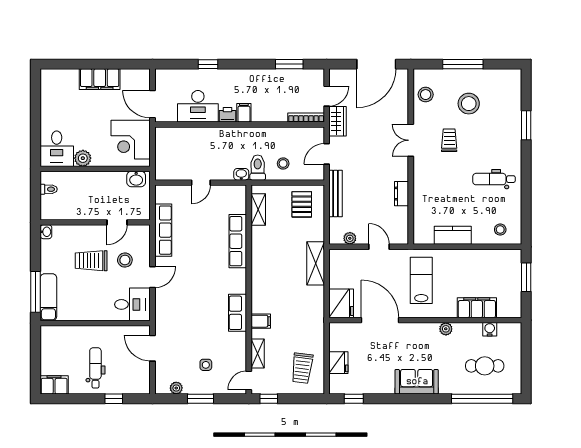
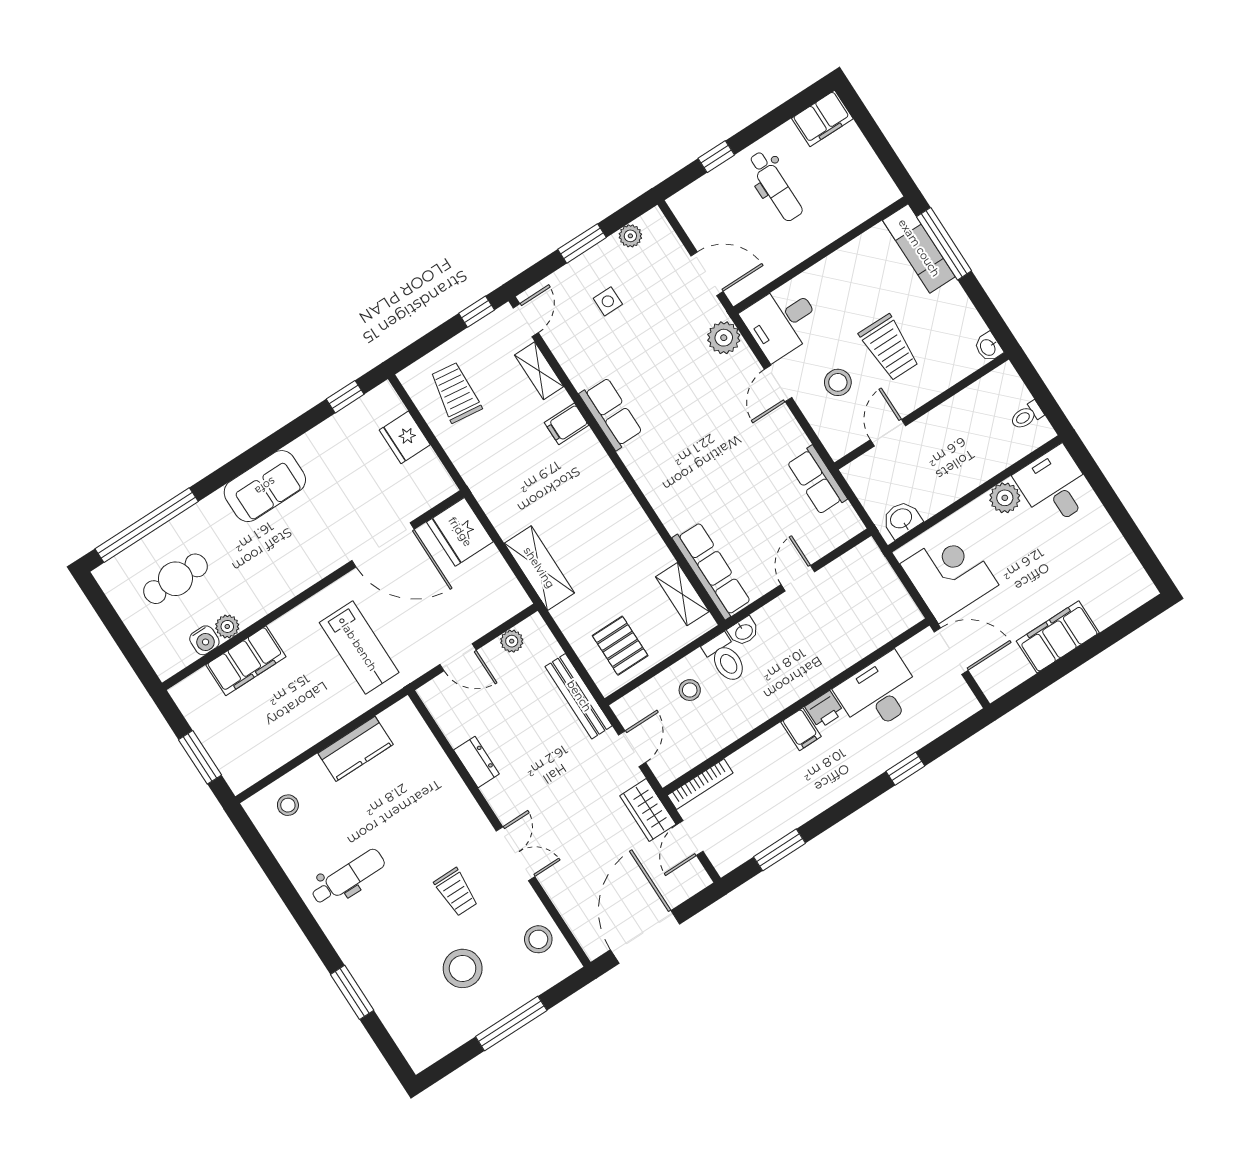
row of seats: (163, 230) -> (817, 480), width x0.68
row of seats: (238, 241) -> (712, 570), moved
trolley: (91, 261) -> (889, 348), turned 90
plant: (164, 314) -> (724, 338), added
plant: (446, 329) -> (227, 626), moved

